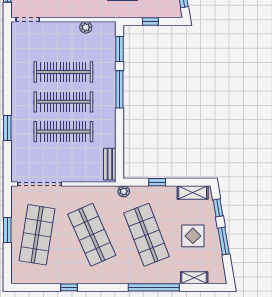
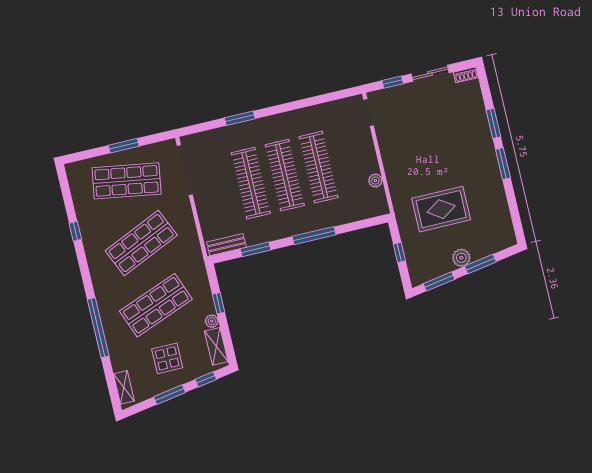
window: (120, 49) -> (256, 249), moved
plant: (124, 191) -> (212, 321), moved
shelving: (194, 278) -> (124, 387), moved

